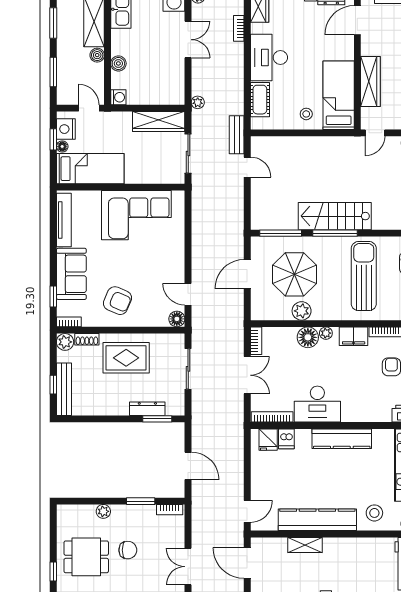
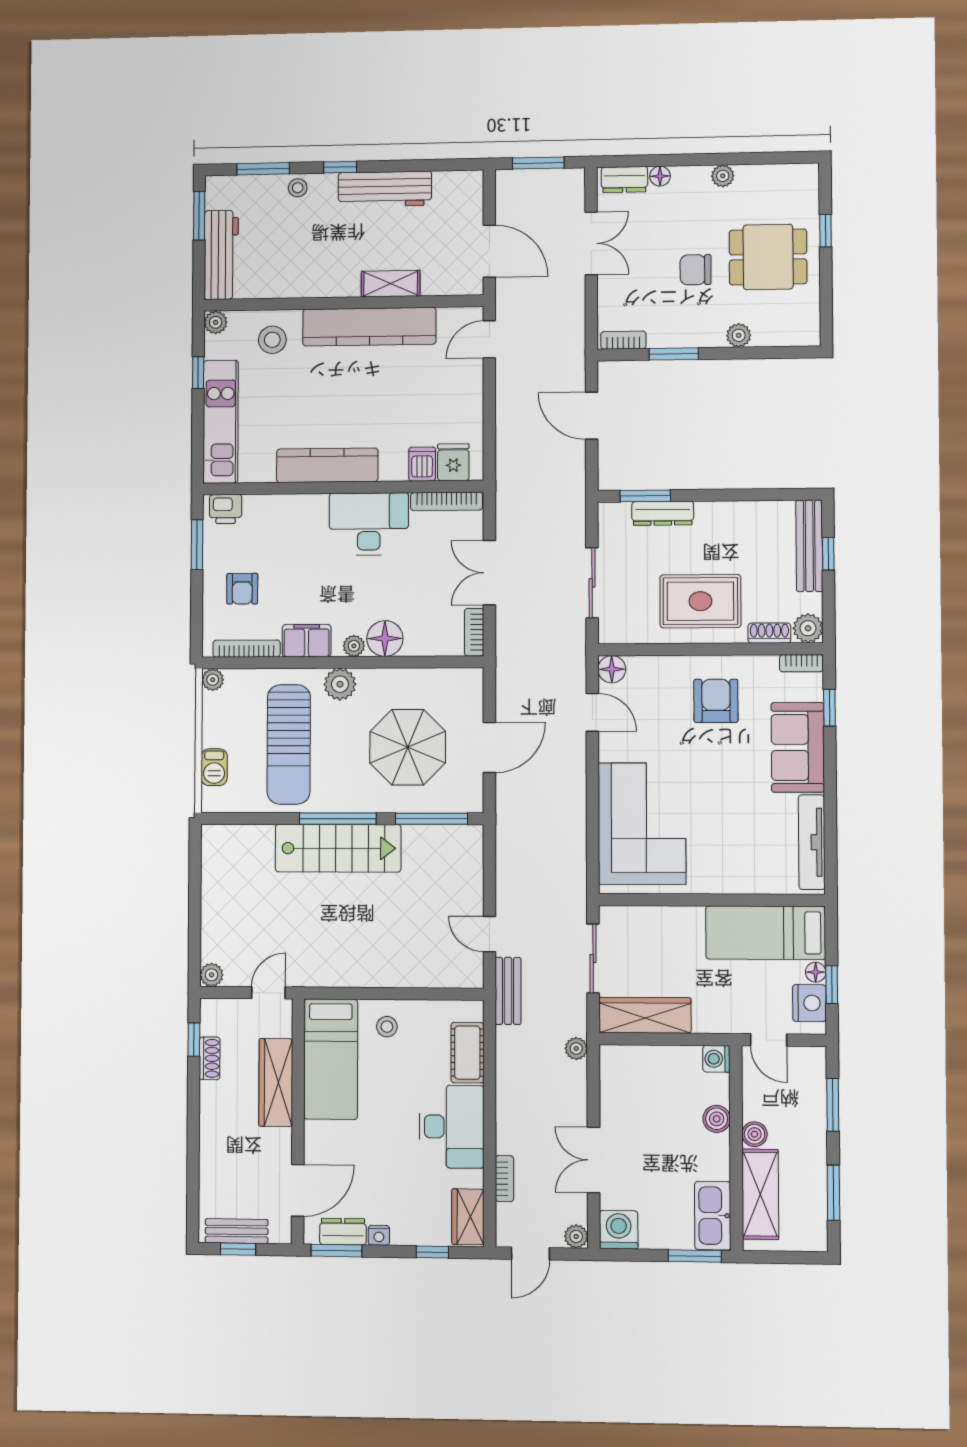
corner sofa: (136, 215) -> (642, 824), moved, turned 90
armchair: (117, 301) -> (716, 701), turned 67
plant: (302, 311) -> (340, 684), moved

